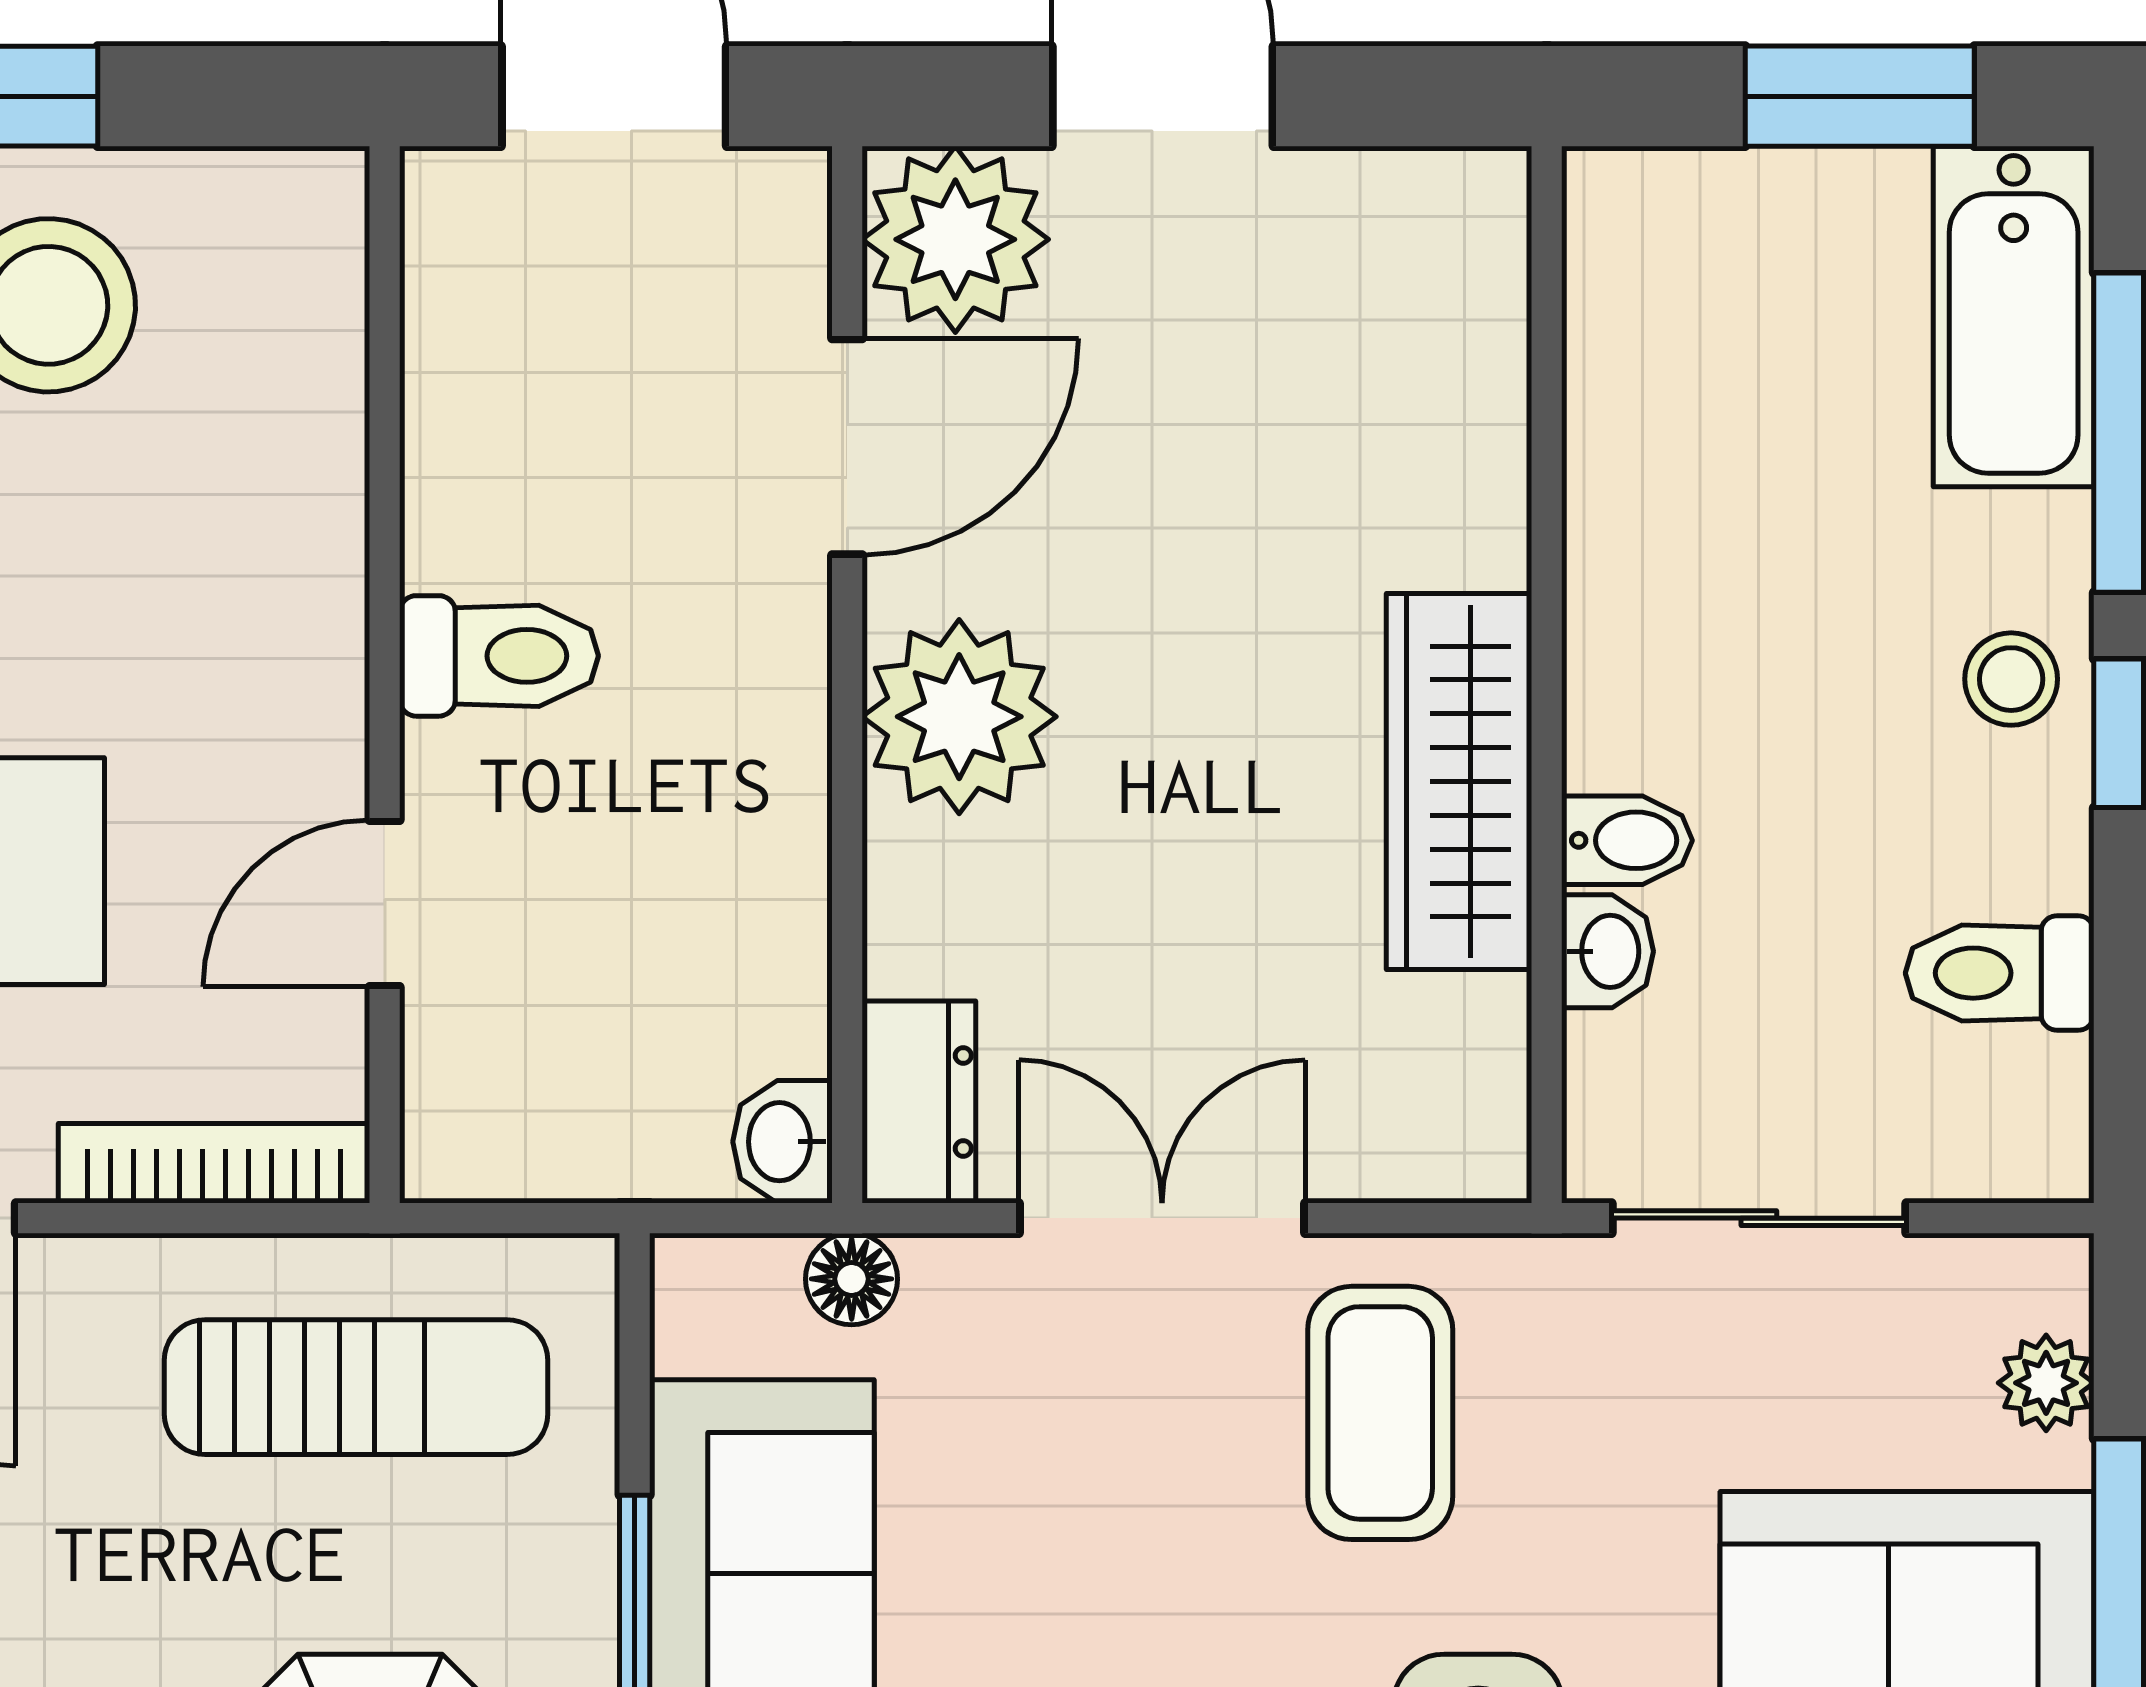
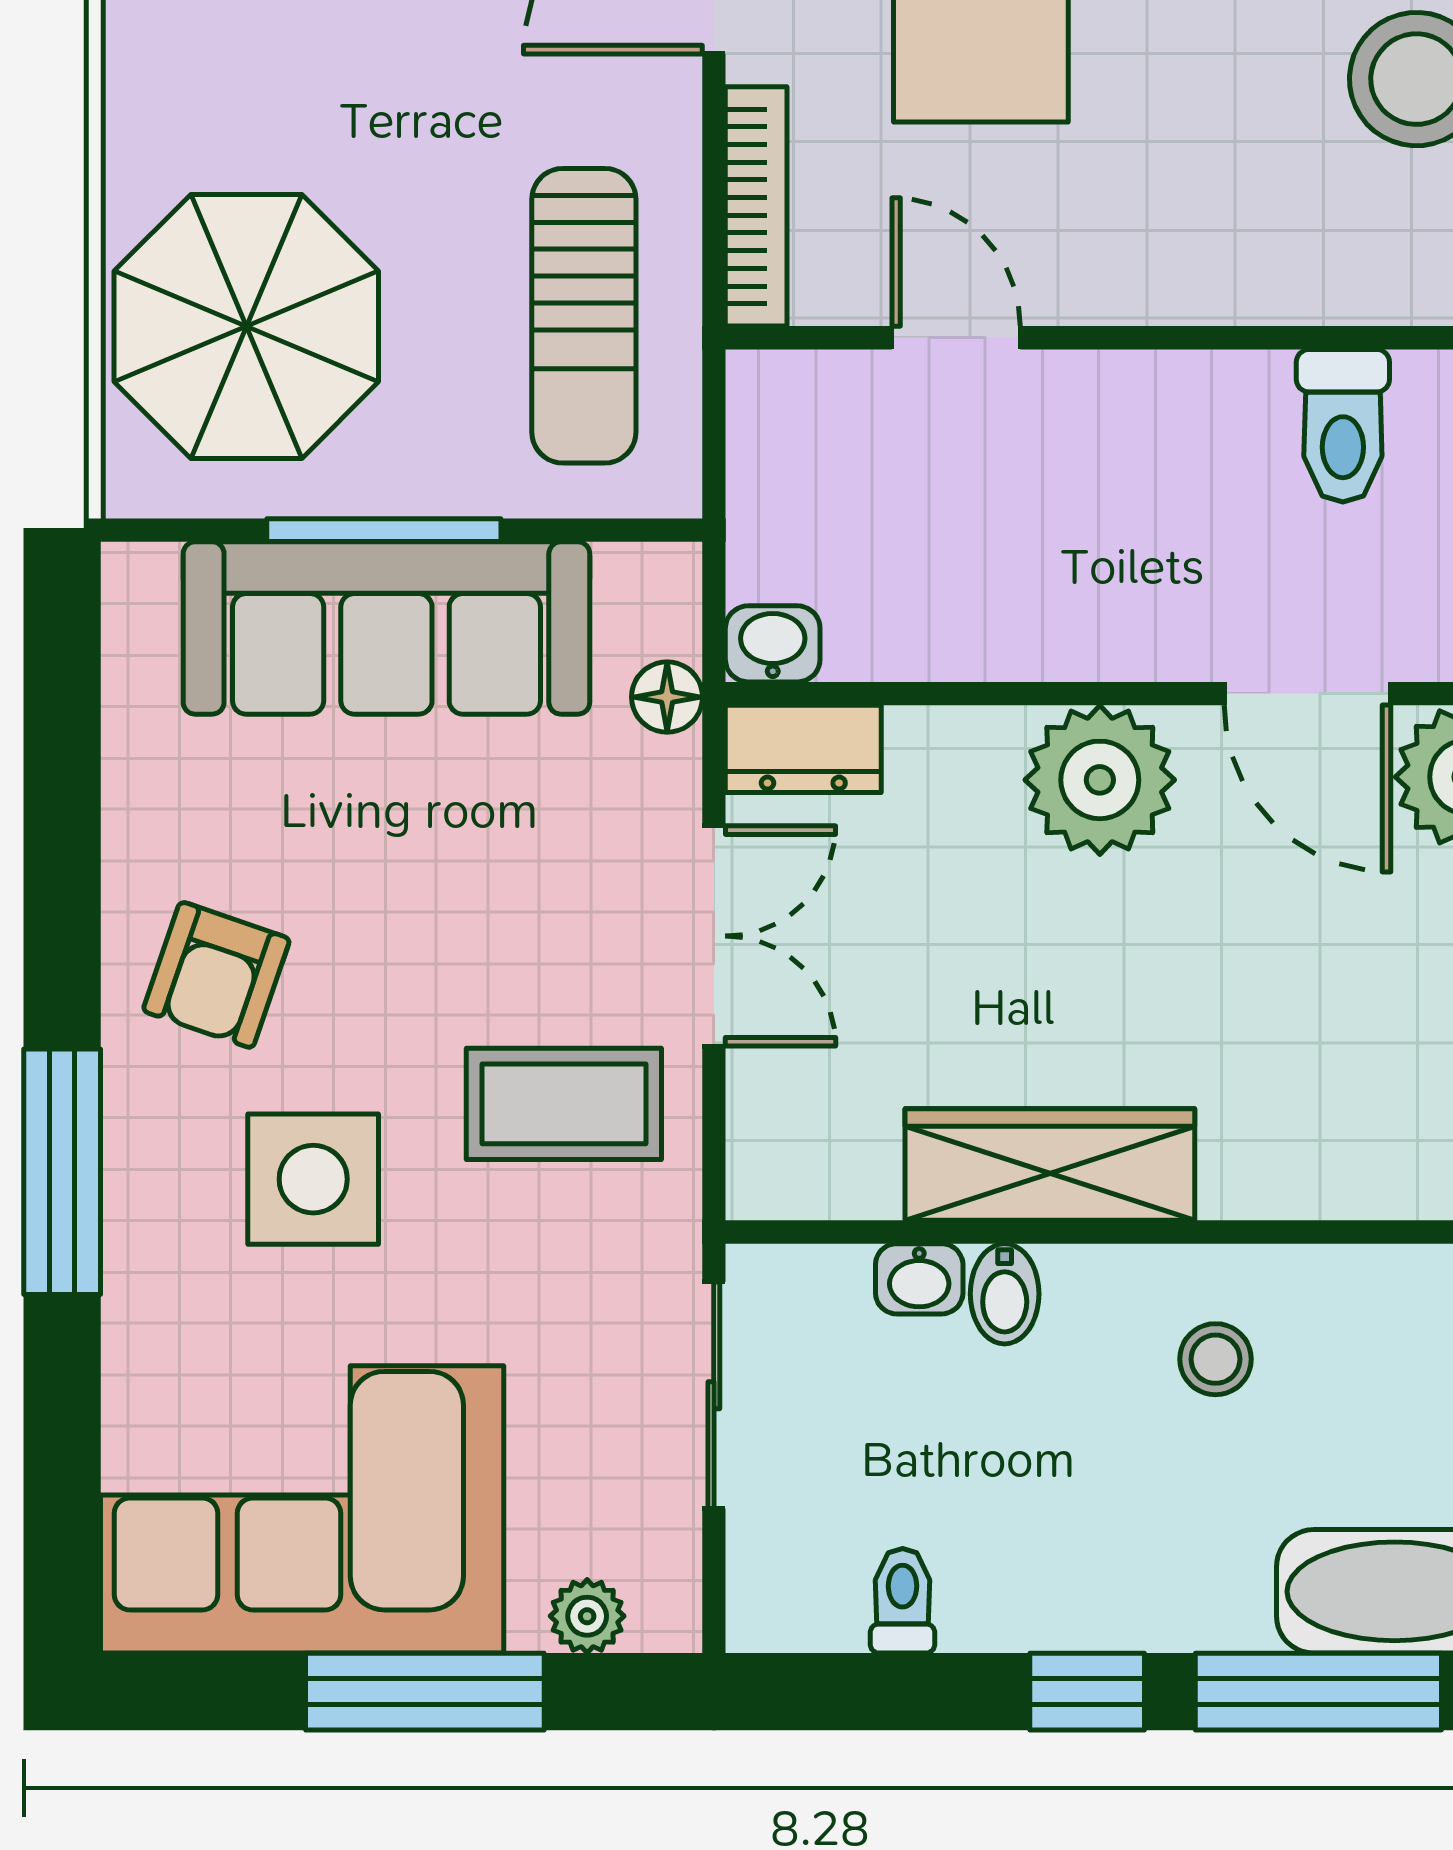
toilet: (499, 656) -> (1343, 426), moved
stool: (2011, 679) -> (1215, 1359), moved
toilet: (2000, 973) -> (903, 1601), width x0.73, depth x0.72

